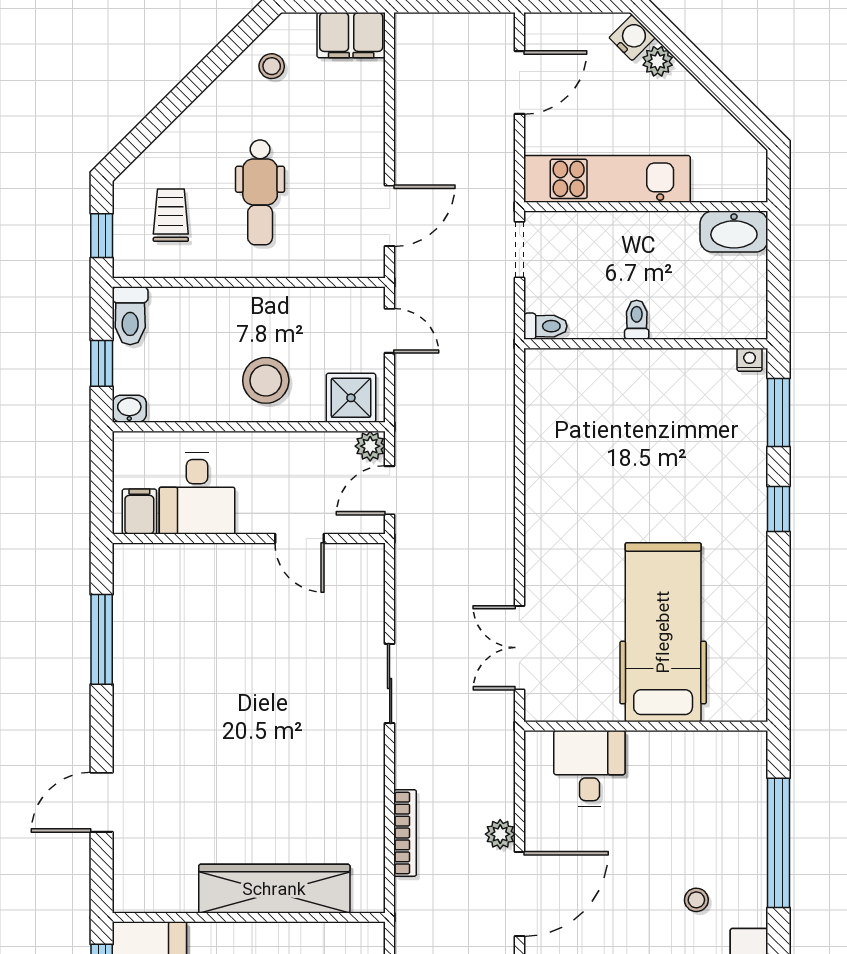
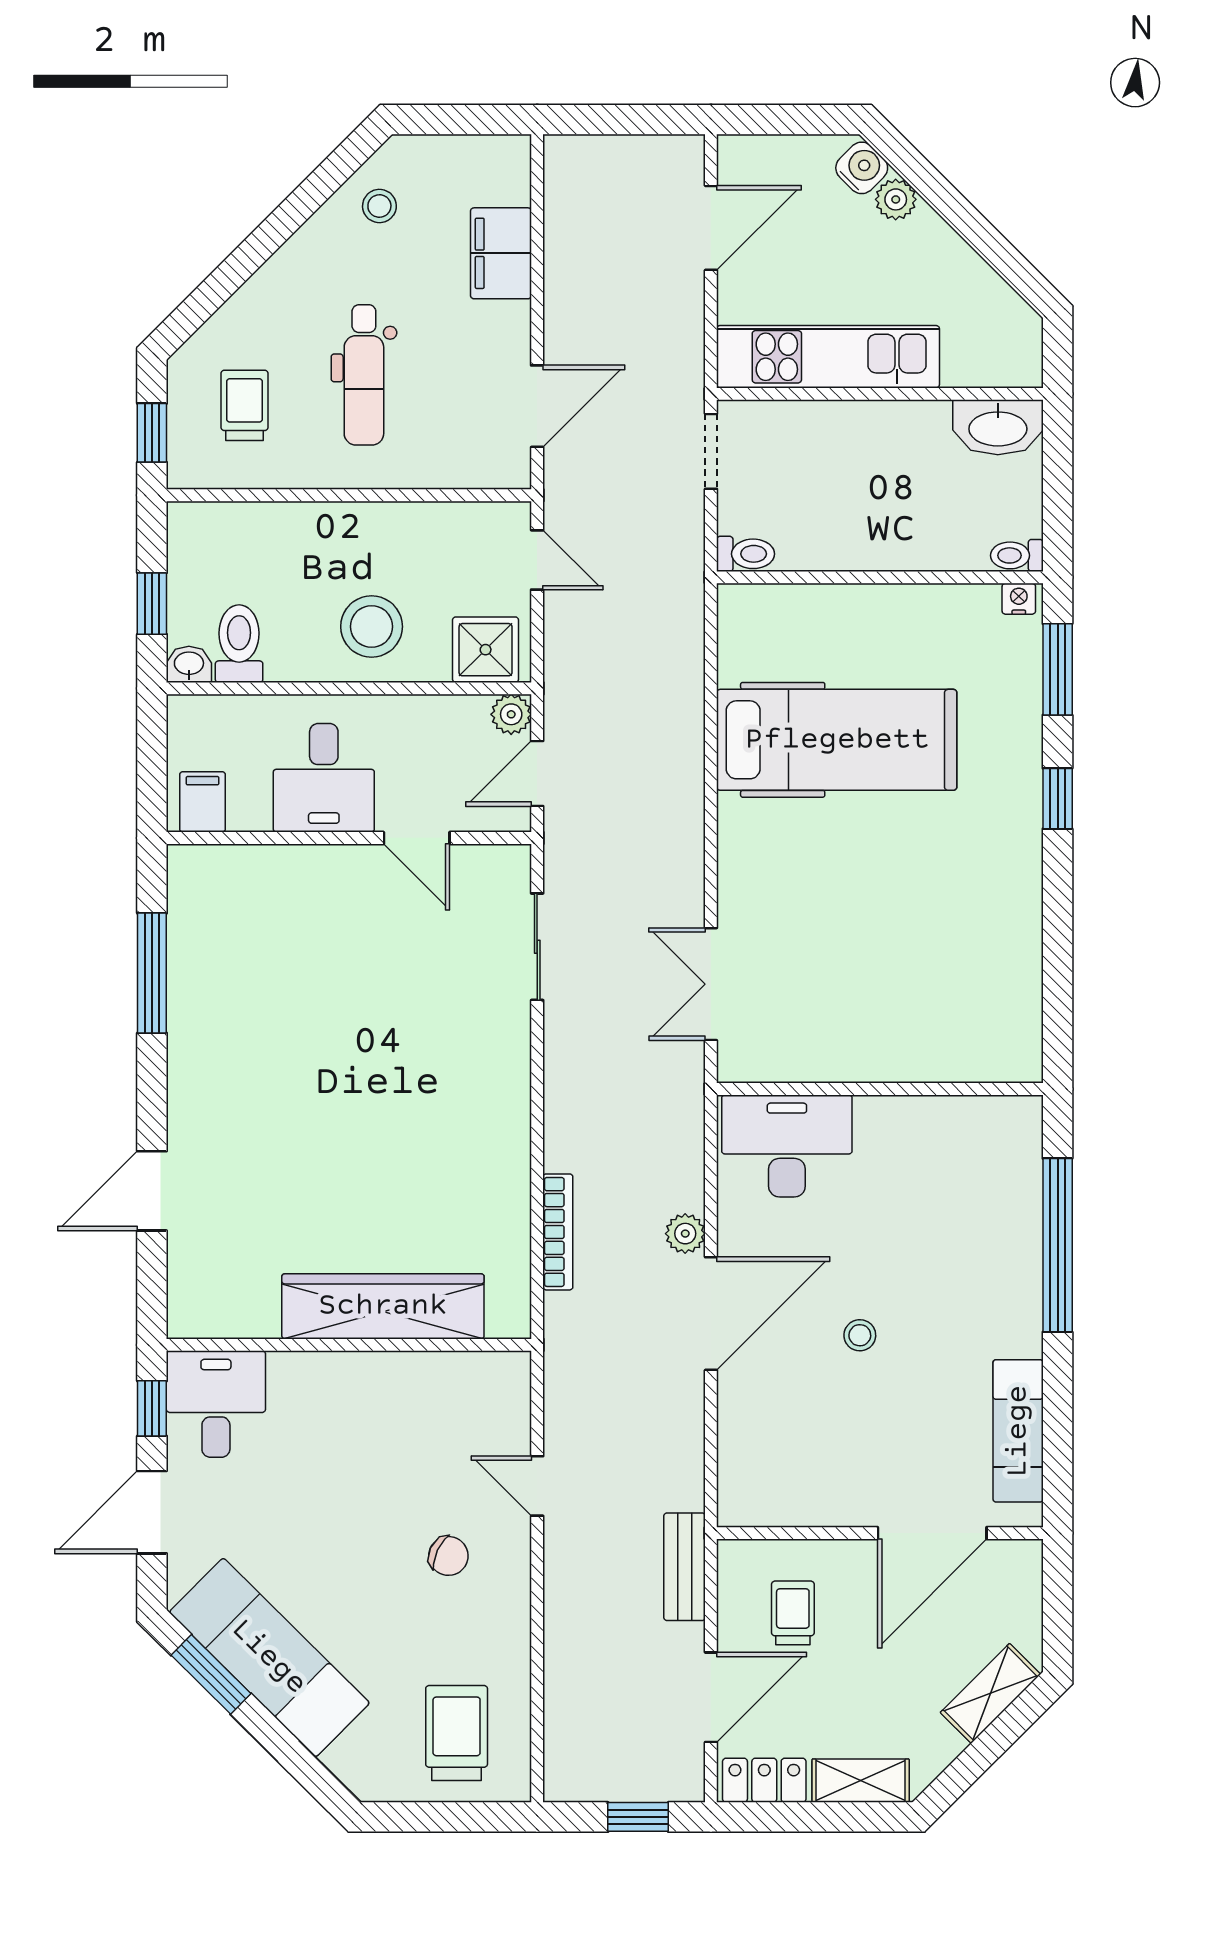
filing cabinet: (351, 35) -> (501, 253), moved, turned 90
toilet: (130, 316) -> (239, 644), moved, turned 180
toilet: (637, 320) -> (1017, 555), moved, turned -90
desk: (197, 494) -> (324, 778), moved
hospital bed: (663, 632) -> (837, 740), moved, turned 90
sliding door: (390, 684) -> (537, 947), moved
desk: (589, 769) -> (787, 1146), width x1.37
stool: (696, 900) -> (860, 1335), moved

